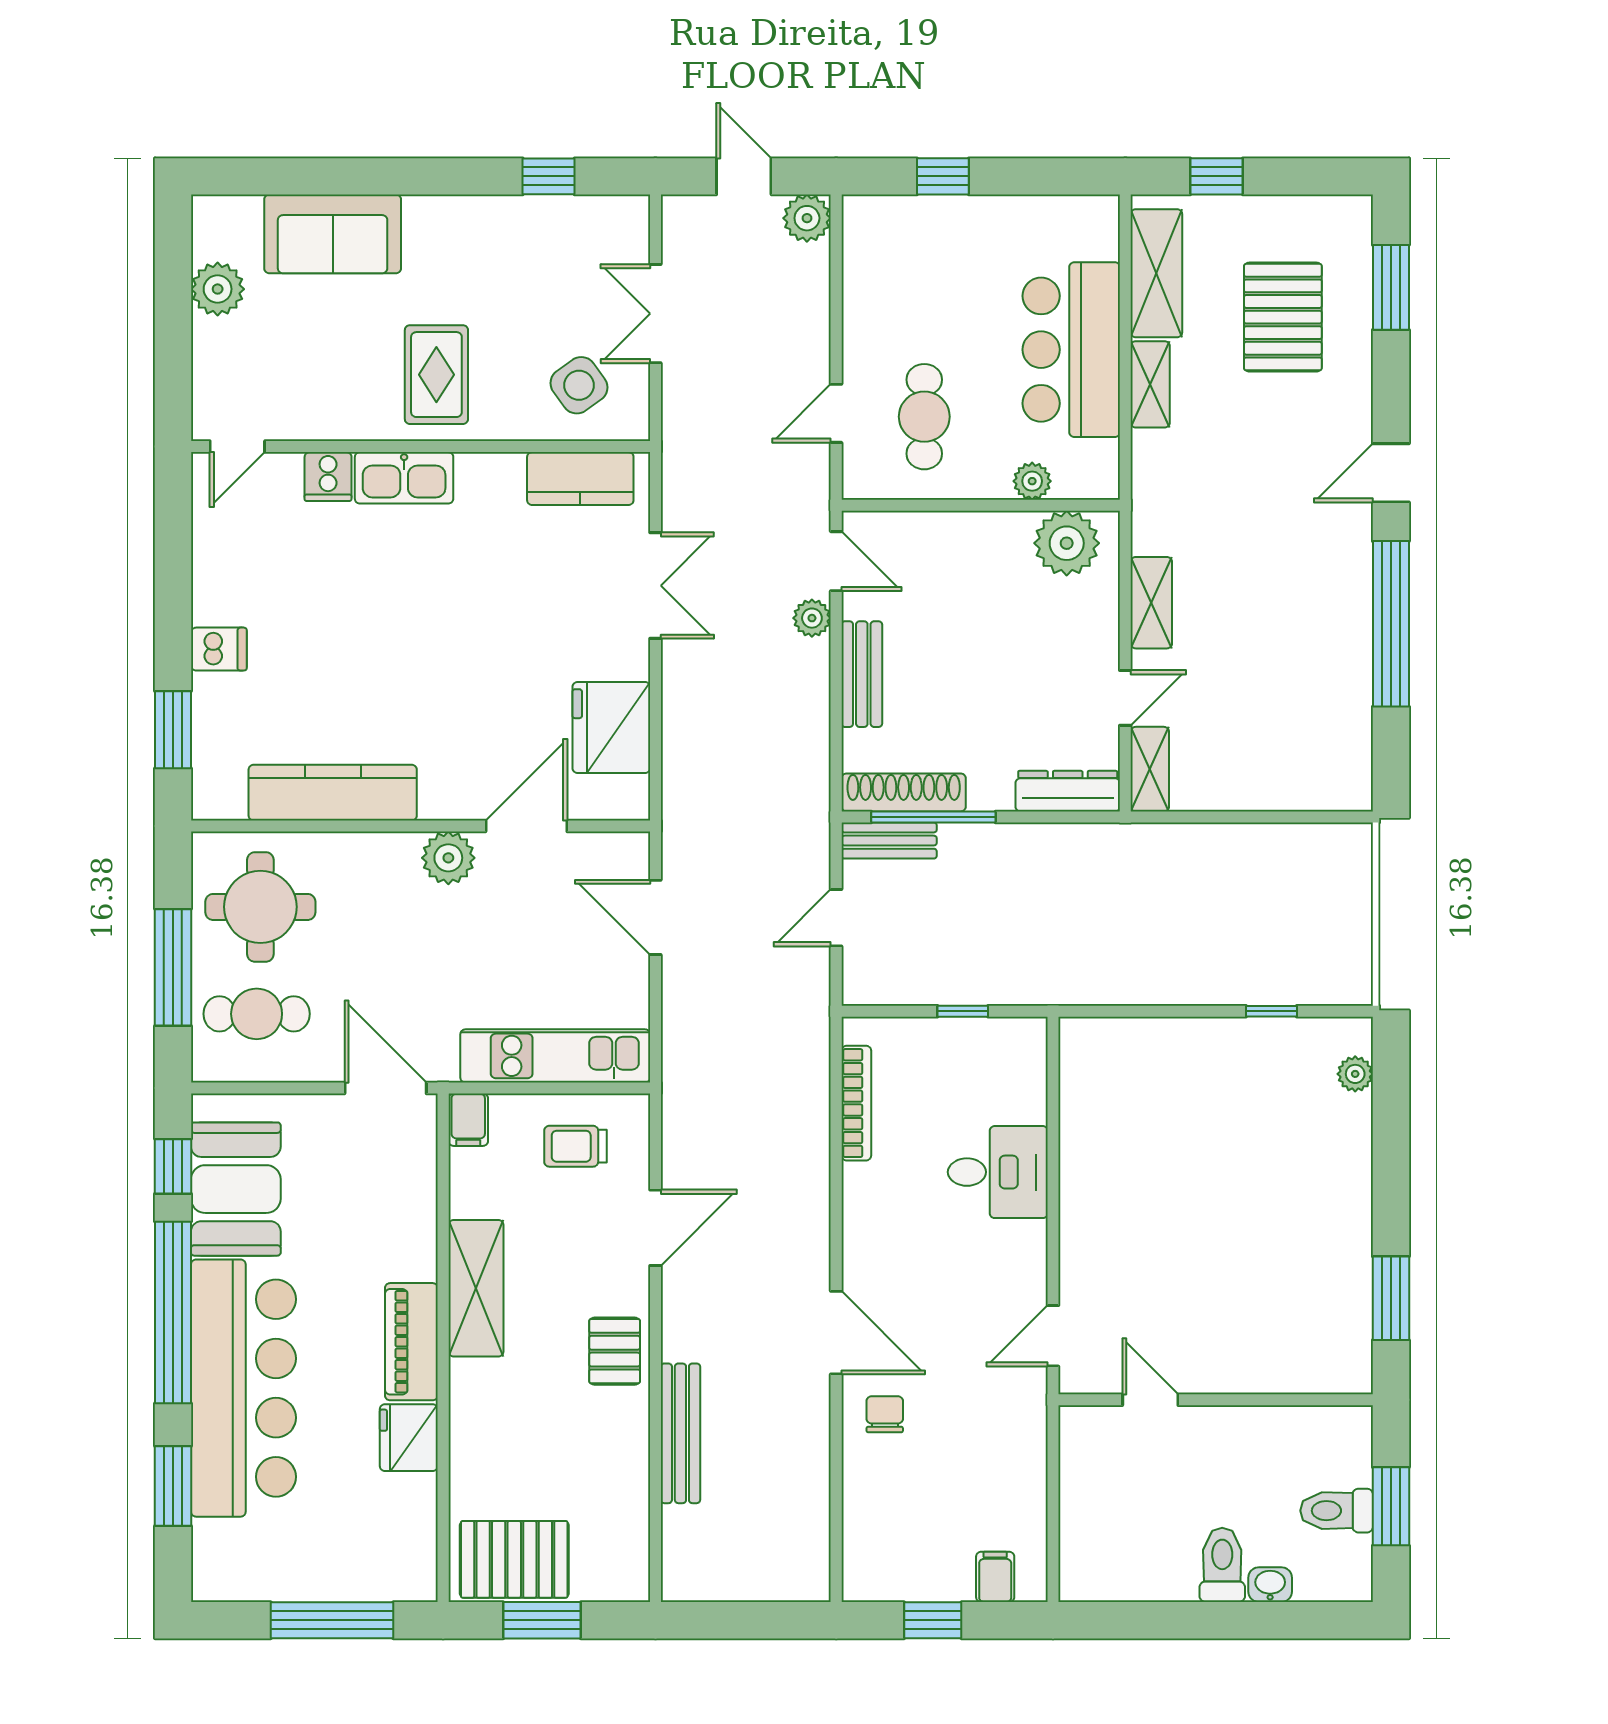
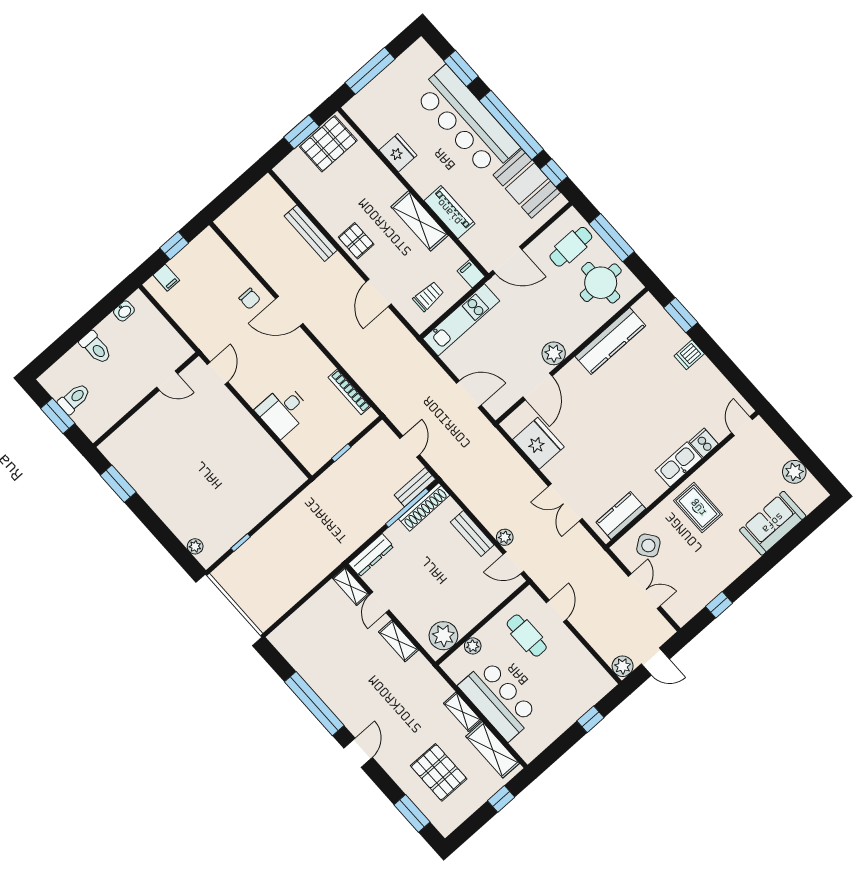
piano: (411, 1342) -> (449, 212), moved
washbasin: (1270, 1585) -> (124, 311), moved

